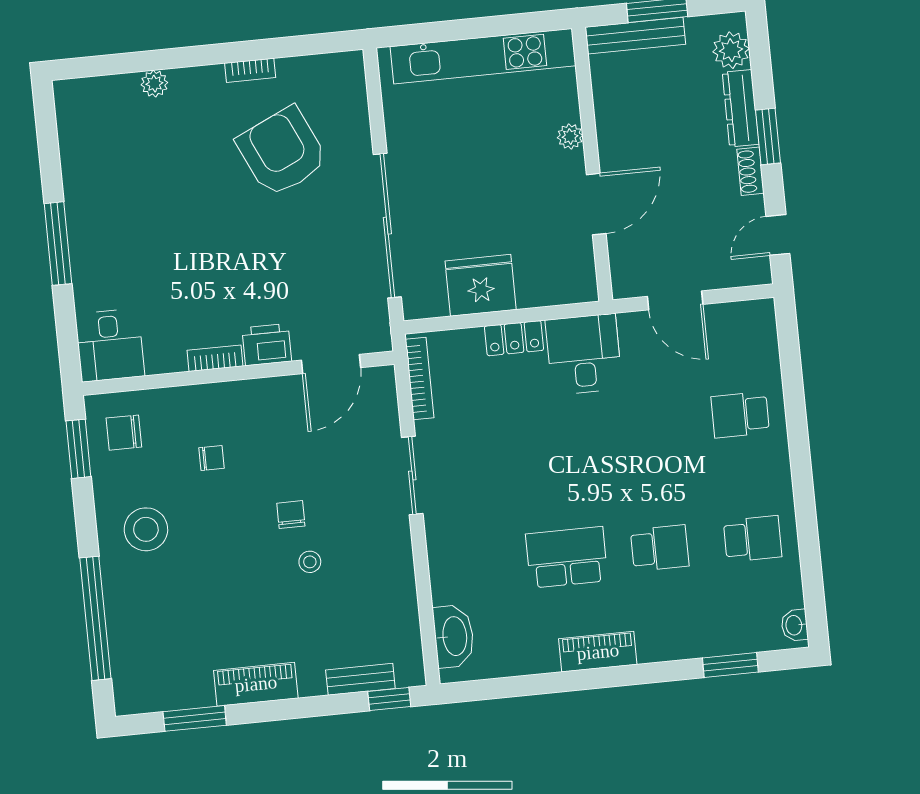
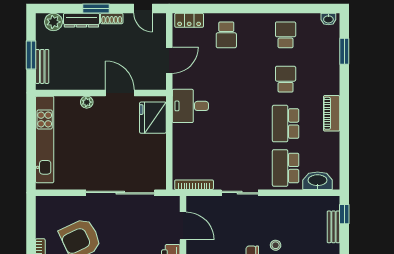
bench: (635, 36) -> (42, 66), width x0.73
fridge: (481, 285) -> (153, 118), moved
locker: (514, 338) -> (189, 20), moved, turned 90
school desk: (474, 567) -> (286, 168), added

